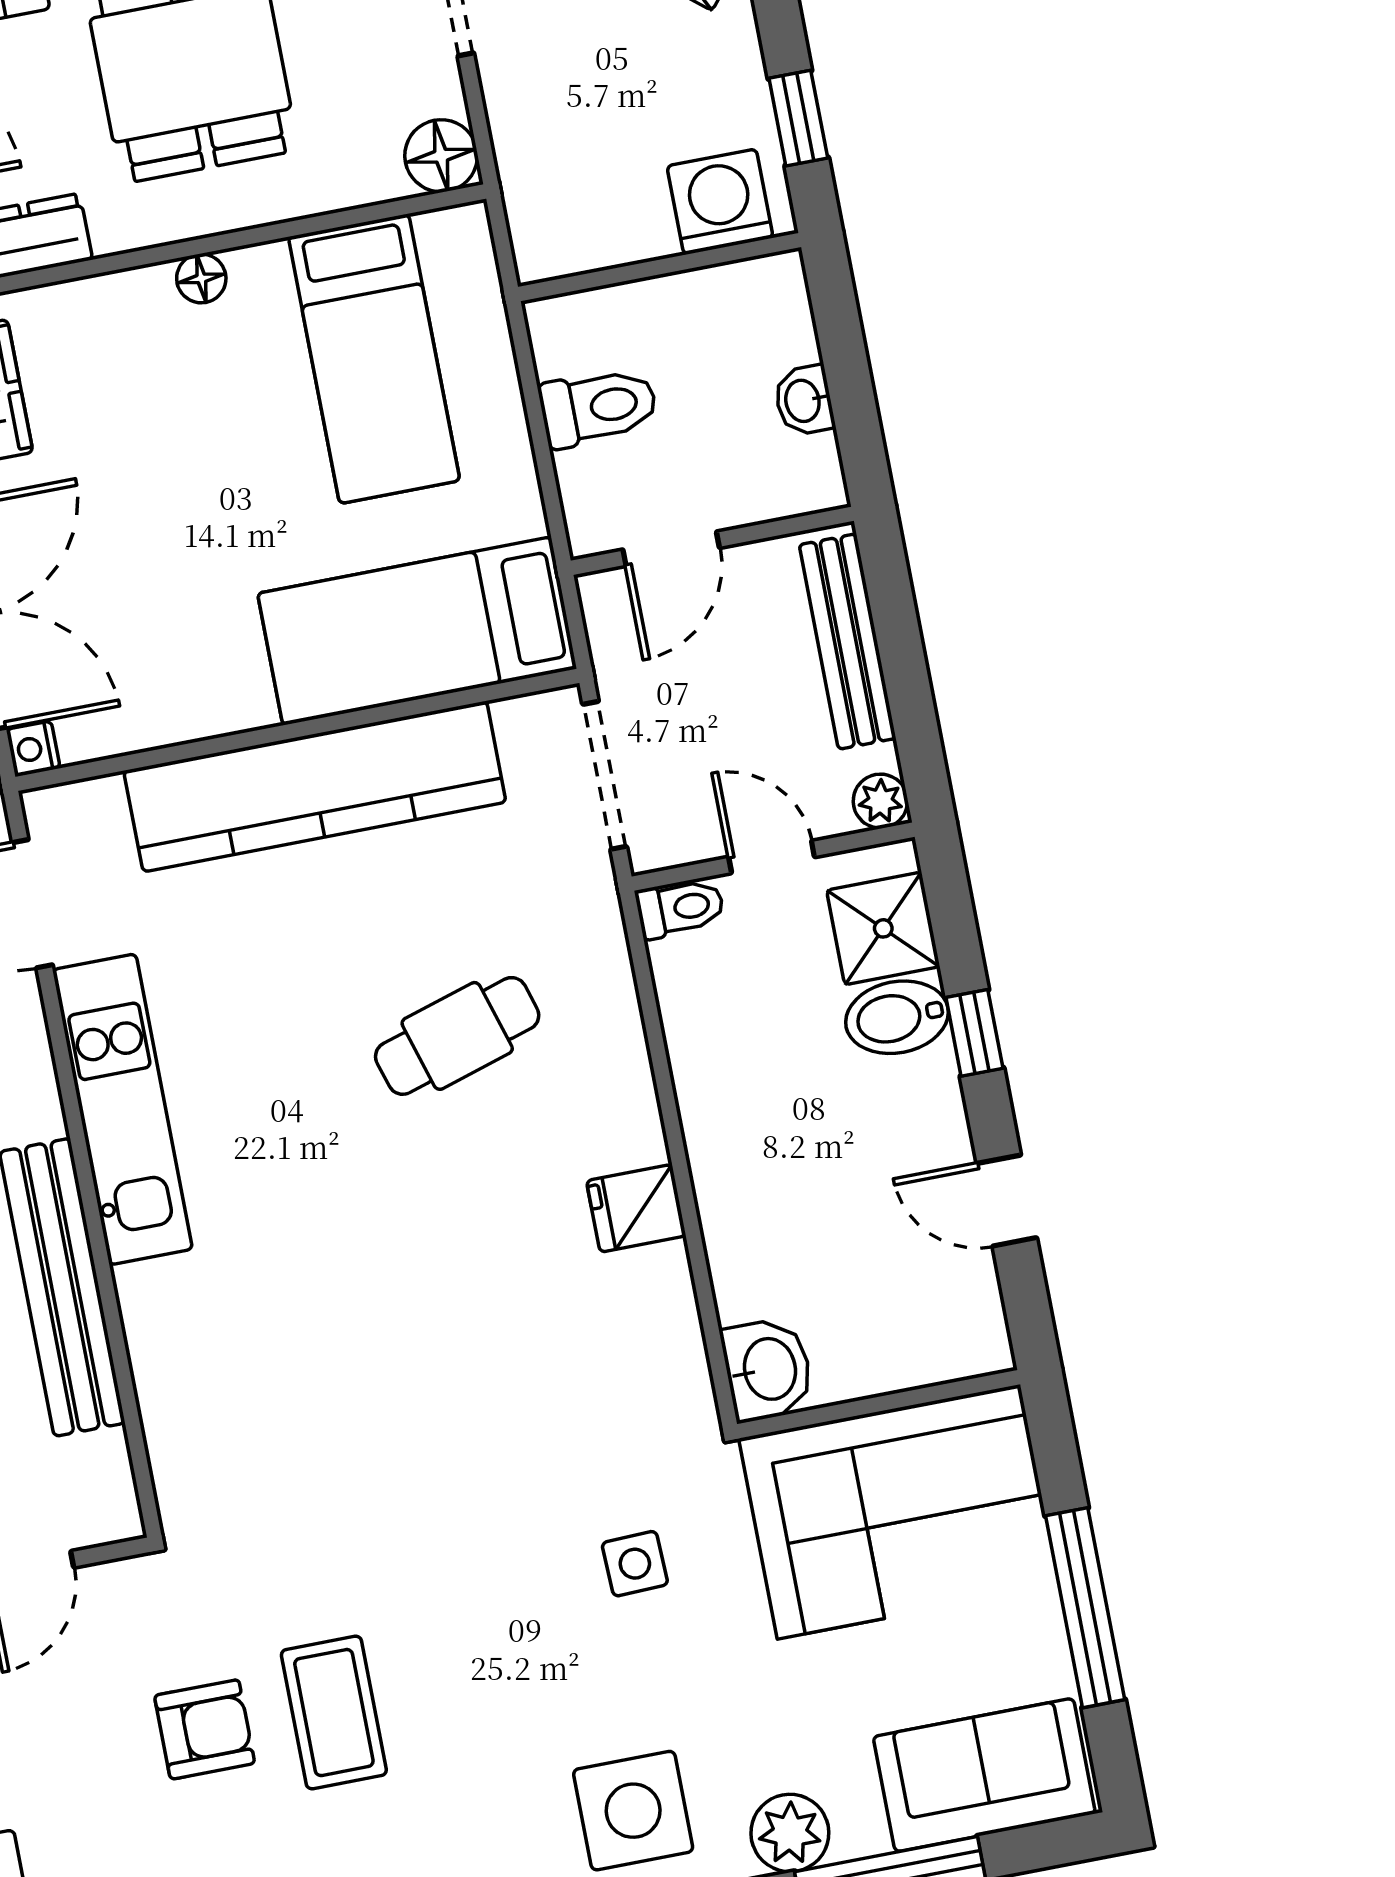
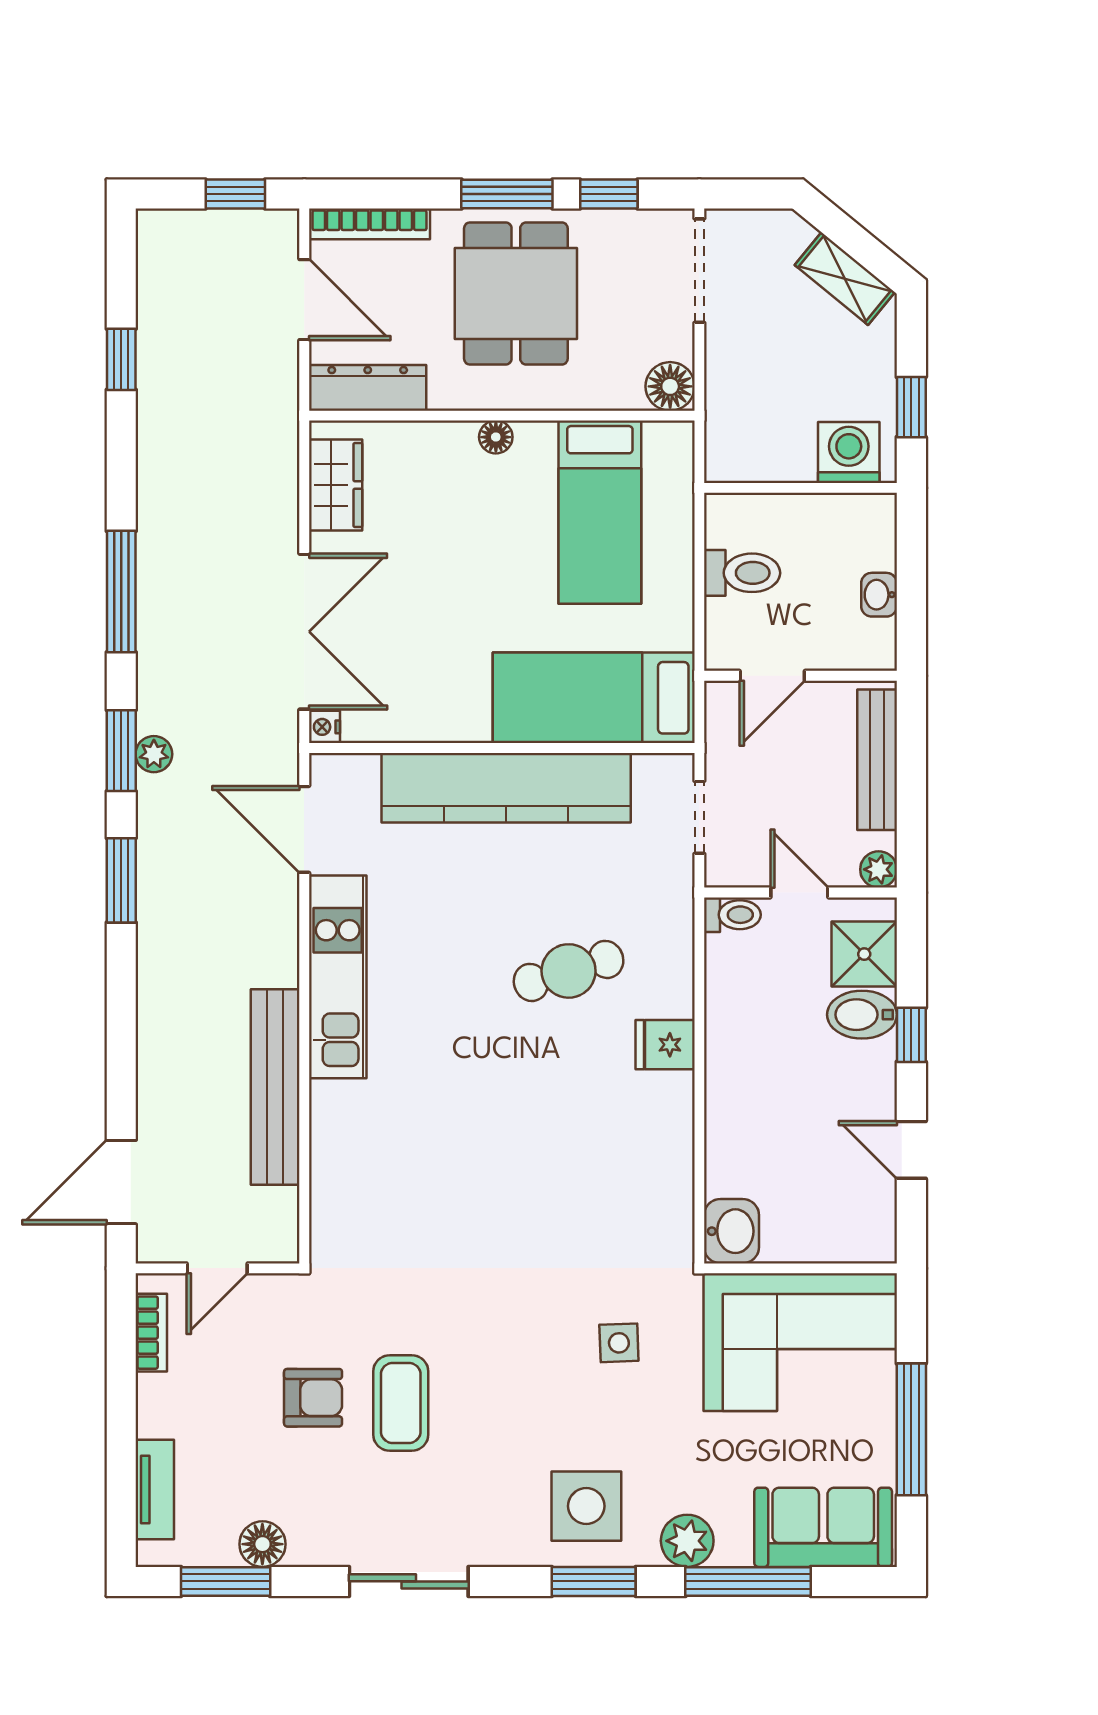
doorway: (605, 775) -> (699, 817), width x0.73
fridge: (636, 1208) -> (665, 1045), moved

